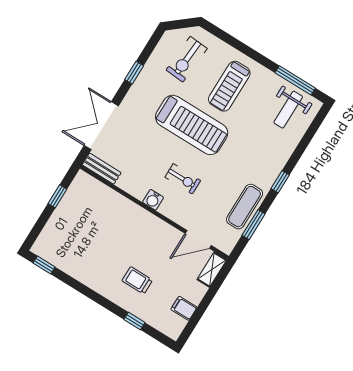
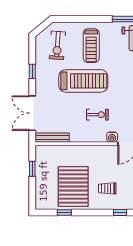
bench: (102, 169) -> (52, 138), width x1.36
water cooler: (153, 200) -> (112, 137), moved
pallet: (95, 251) -> (73, 187), added
window: (44, 265) -> (64, 213), moved

